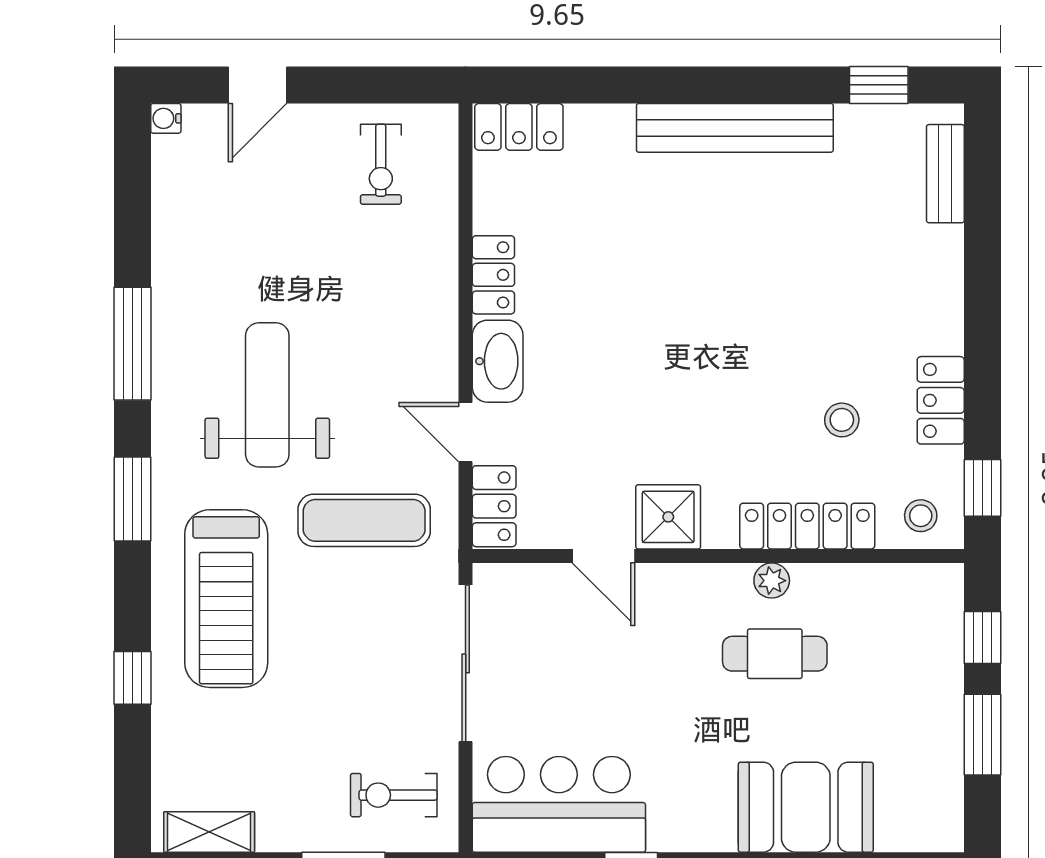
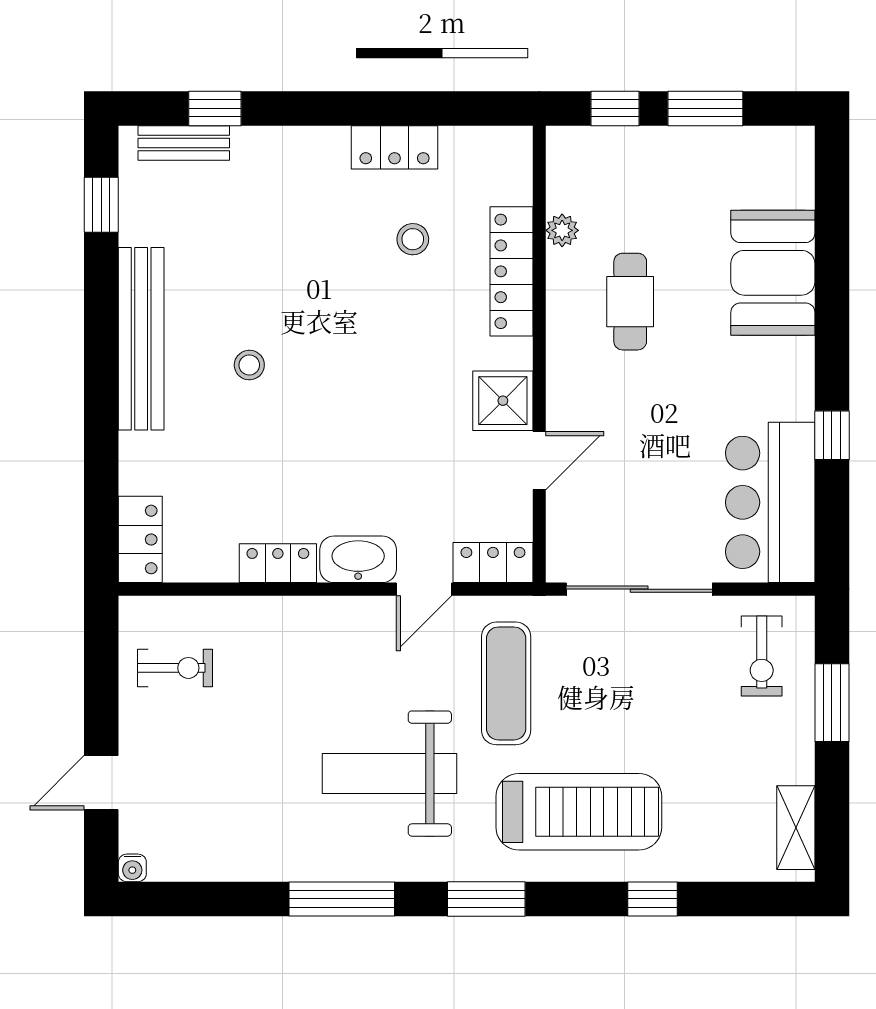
door: (257, 85) -> (101, 783), swing flipped
window: (982, 488) -> (215, 108), moved
stool: (921, 516) -> (249, 365), moved
plant: (772, 581) -> (562, 230), moved

